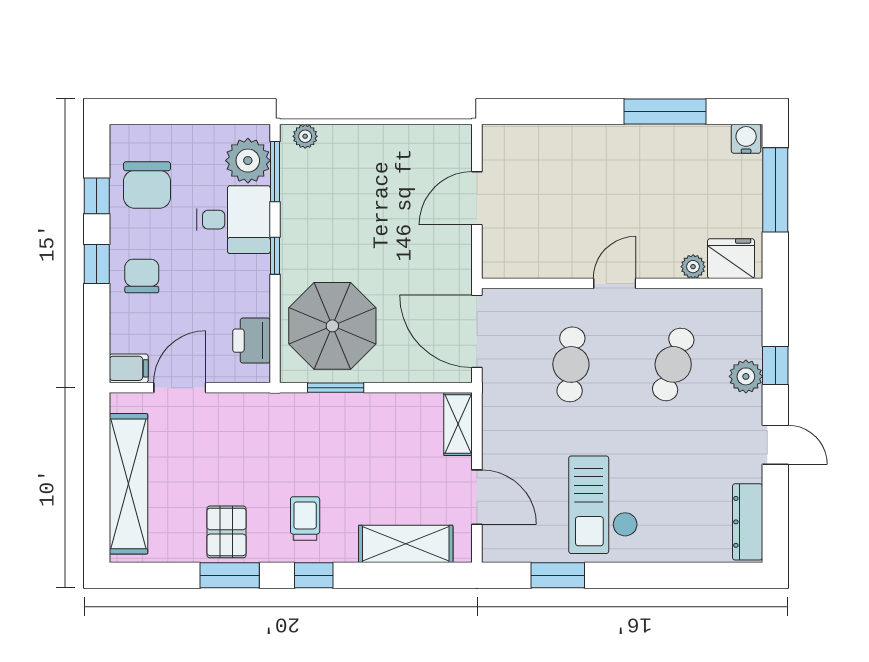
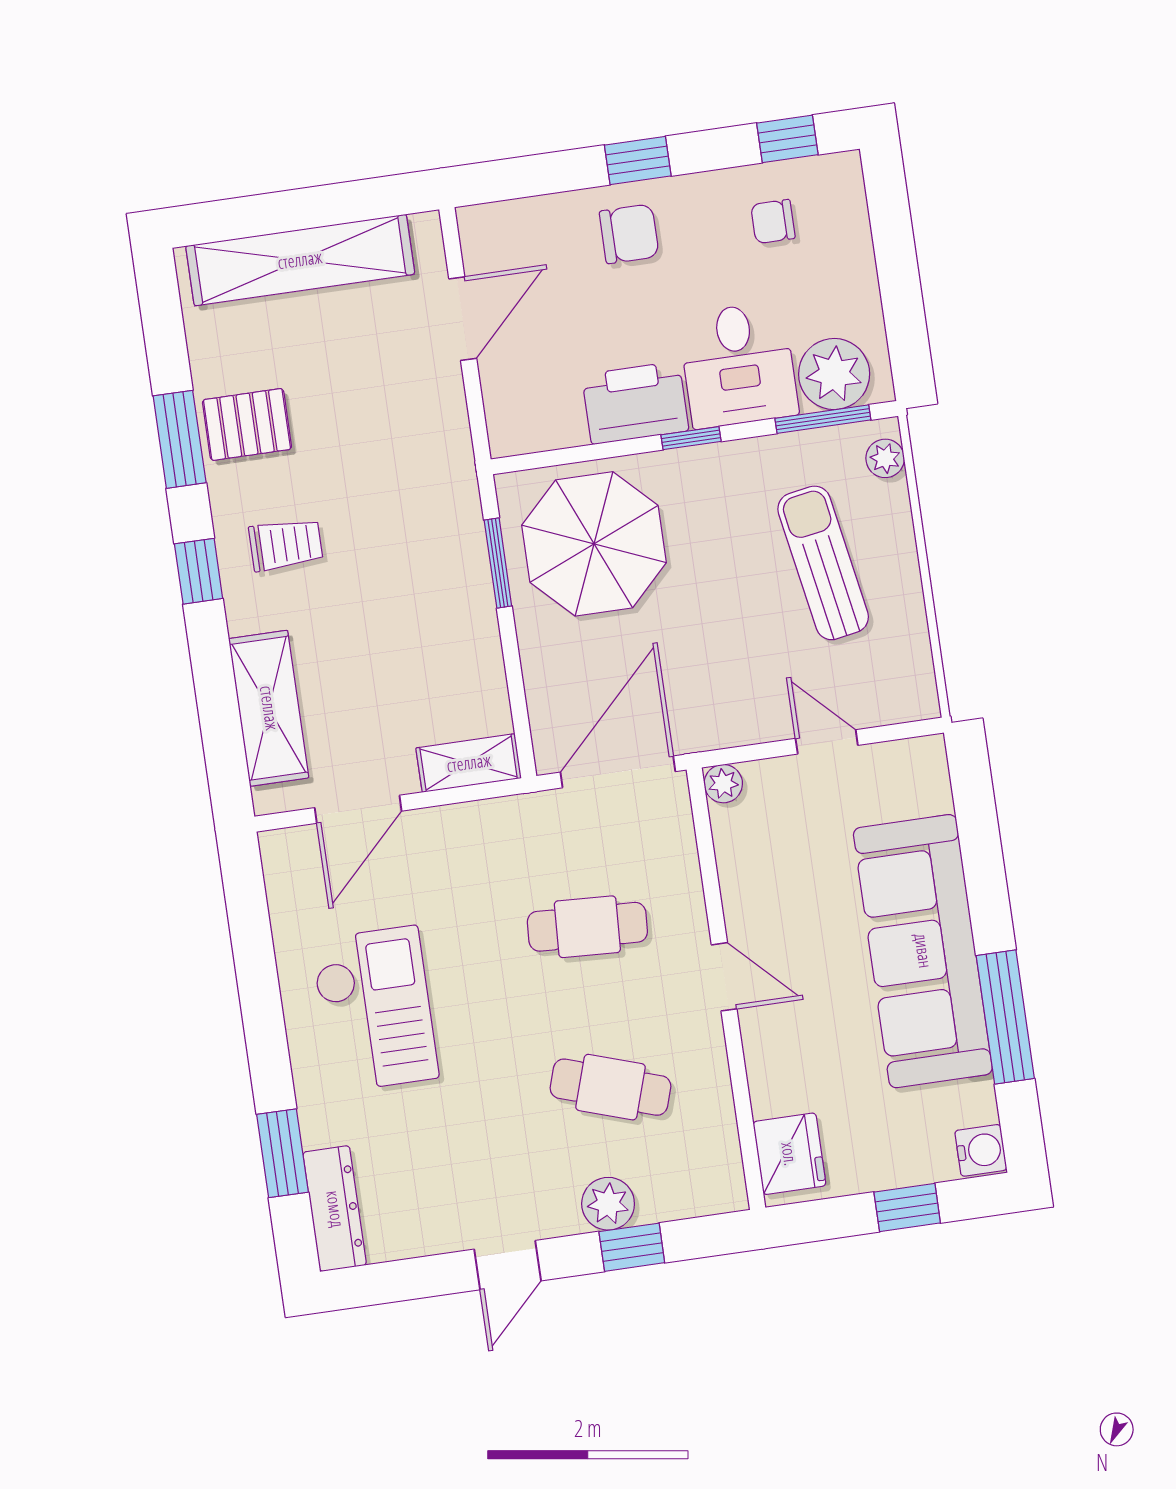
sofa: (616, 157) -> (923, 951), added
sun lounger: (365, 184) -> (823, 563), added
chair: (147, 185) -> (773, 221), width x0.54, depth x0.54
window: (775, 190) -> (907, 1207), width x0.46
window: (97, 196) -> (787, 139), moved
door: (477, 198) -> (827, 742), width x0.73
plant: (693, 267) -> (723, 784), moved
printer: (252, 341) -> (635, 403), moved, width x1.37, depth x1.19
filing cabinet: (129, 368) -> (481, 234), removed
door: (180, 388) -> (463, 319), hinge flipped
checkout: (603, 505) -> (375, 1009), turned 90
dresser: (748, 522) -> (335, 1209), moved, turned 90
window: (558, 575) -> (282, 1153), moved

